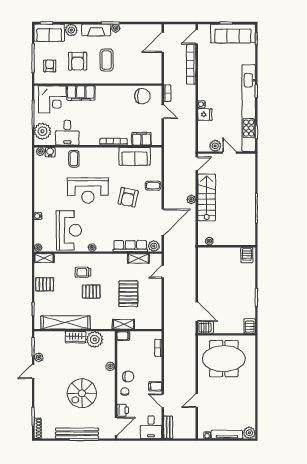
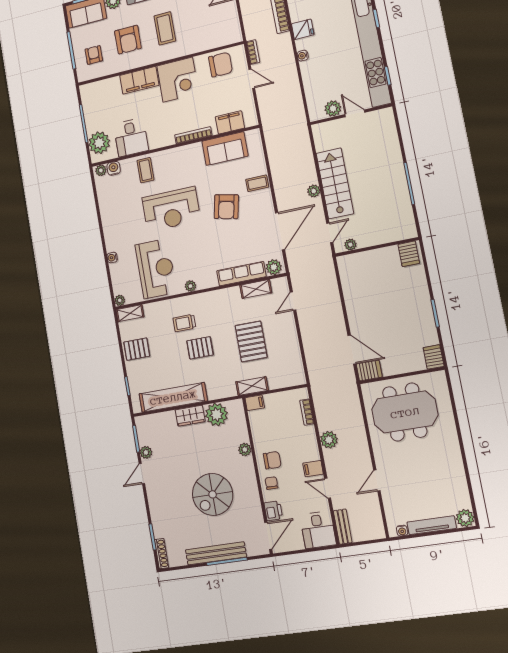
corner desk: (52, 99) -> (178, 80), moved
fridge: (205, 115) -> (303, 29), moved
door: (197, 164) -> (330, 233), moved
plant: (170, 369) -> (329, 440), added

